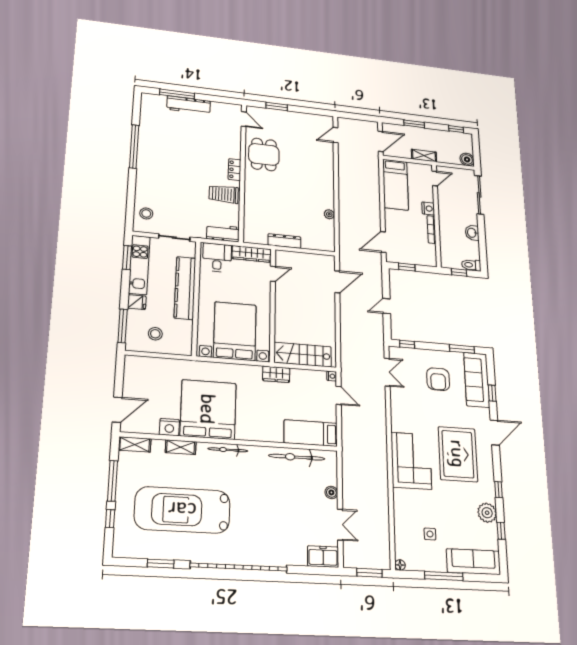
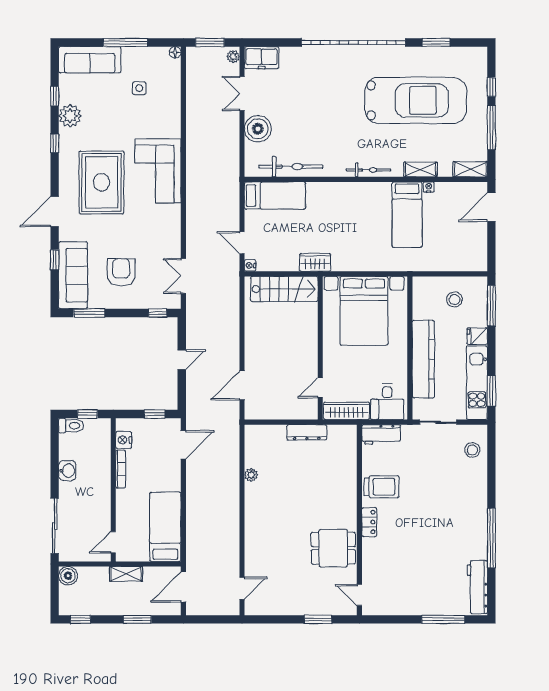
workbench: (189, 105) -> (477, 587), moved, turned -90
dining table: (264, 154) -> (333, 548), turned 90
nightstand: (428, 208) -> (124, 440), moved
bed: (208, 409) -> (407, 215), width x0.49
nightstand: (169, 427) -> (429, 187), width x0.53, depth x0.56
boiler: (331, 492) -> (258, 129), width x1.86, depth x1.86
plant: (349, 559) -> (233, 57), added

